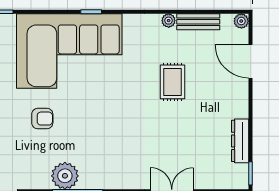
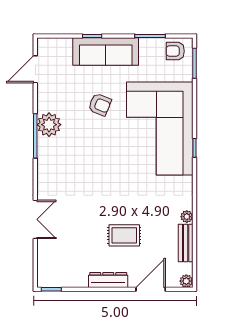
rug: (173, 82) -> (124, 235), moved
armchair: (42, 119) -> (100, 105), turned -68
dresser: (240, 141) -> (108, 280), moved

